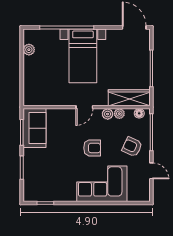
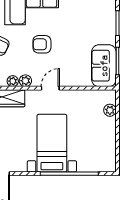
plant: (29, 50) -> (110, 110), moved

